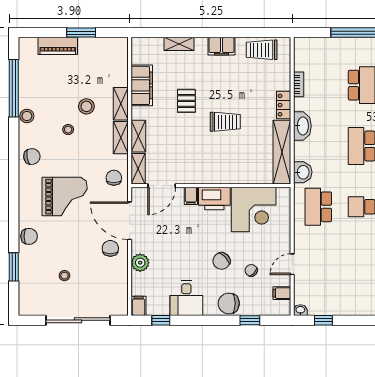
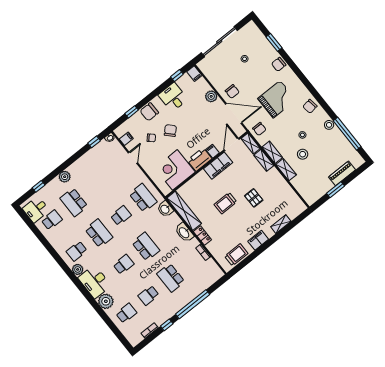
filing cabinet: (142, 85) -> (218, 166), moved, turned -90
grand piano: (65, 197) -> (277, 99), turned 180
chair: (229, 303) -> (149, 112), turned 180

